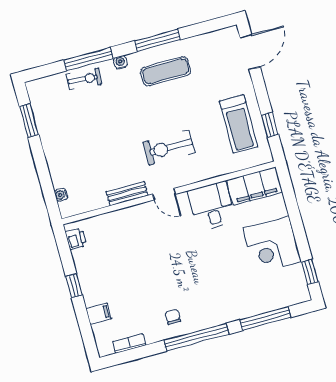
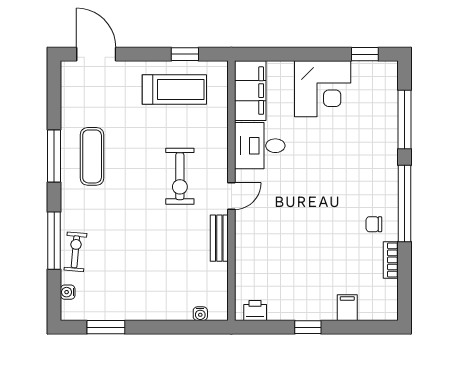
water cooler: (120, 62) -> (68, 292), moved
bookcase: (129, 343) -> (391, 260), moved

